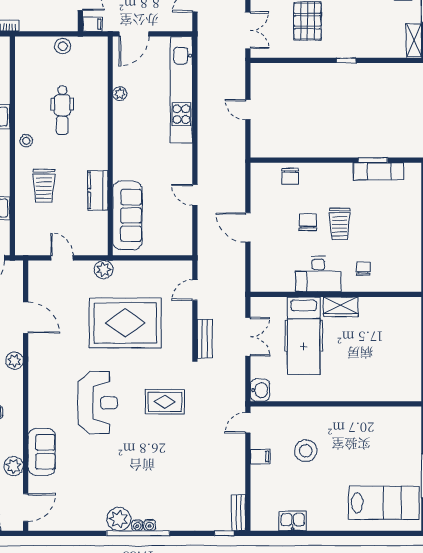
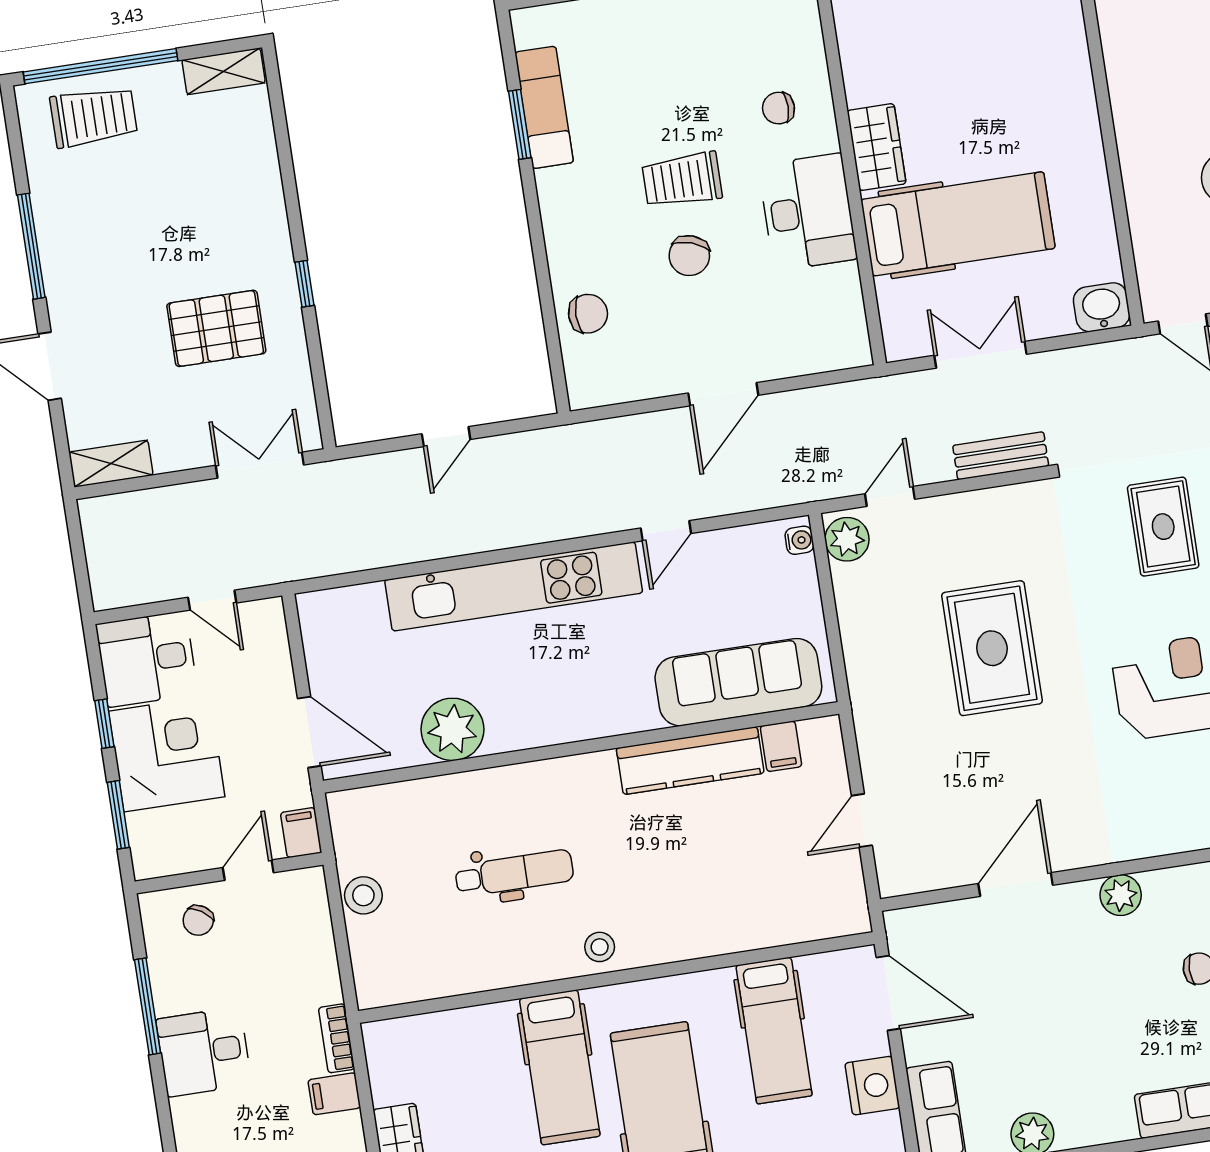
window: (346, 60) -> (305, 284), moved
kitchen unit: (181, 90) -> (514, 586), moved
plant: (120, 94) -> (452, 729), width x1.87, depth x1.87
trolley: (44, 186) -> (699, 889), removed
kitchen counter: (98, 190) -> (690, 761), width x1.50
chair: (308, 222) -> (689, 256), turned -71
trolley: (340, 224) -> (682, 180), turned 180
filing cabinet: (98, 229) -> (781, 746), added
water cooler: (182, 250) -> (799, 540), added
plant: (104, 270) -> (847, 539), moved
door: (195, 290) -> (890, 496), swing flipped
rug: (125, 323) -> (992, 648), width x0.73, depth x0.69

